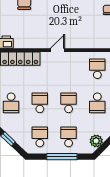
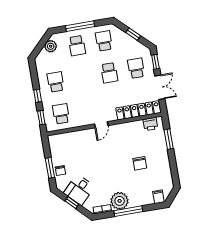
school desk: (97, 69) -> (61, 114), turned 180
school desk: (69, 103) -> (82, 77), removed
school desk: (40, 137) -> (104, 41), turned 180

